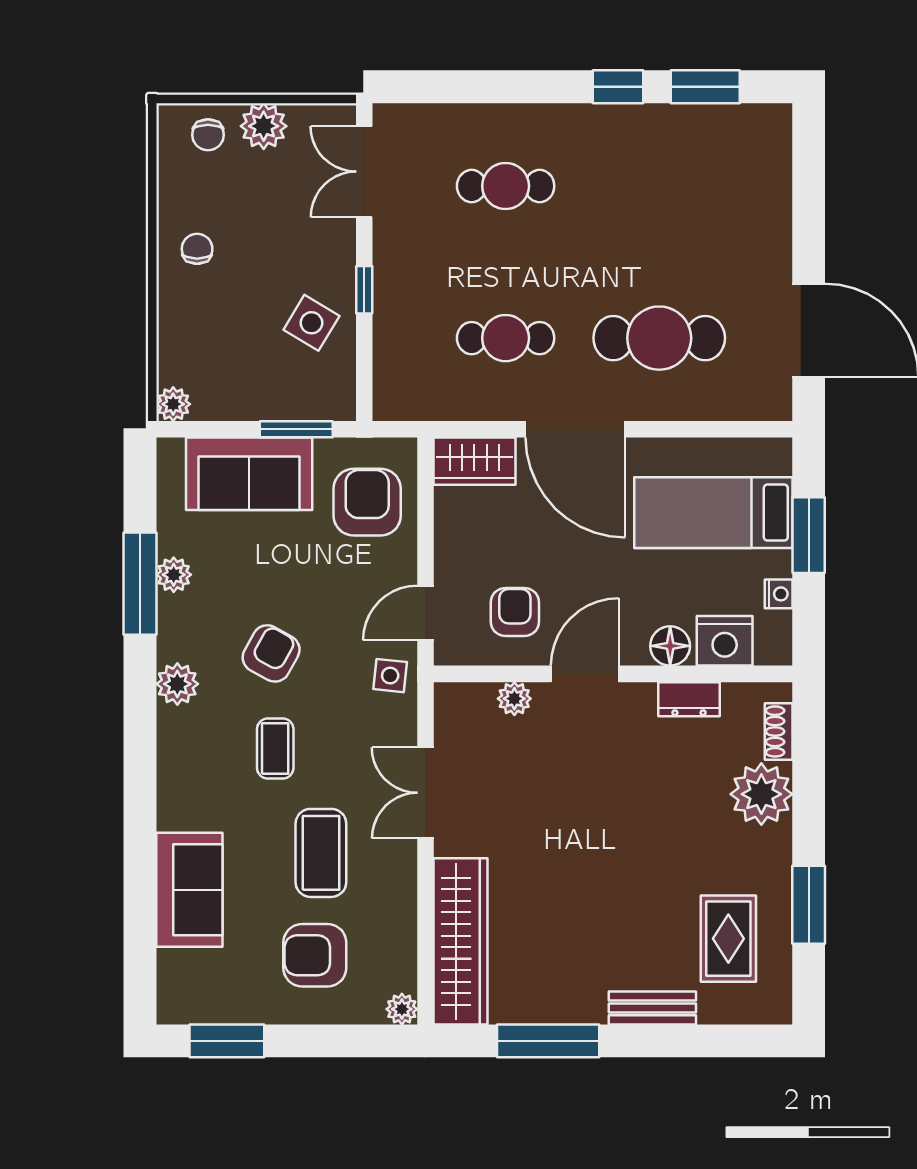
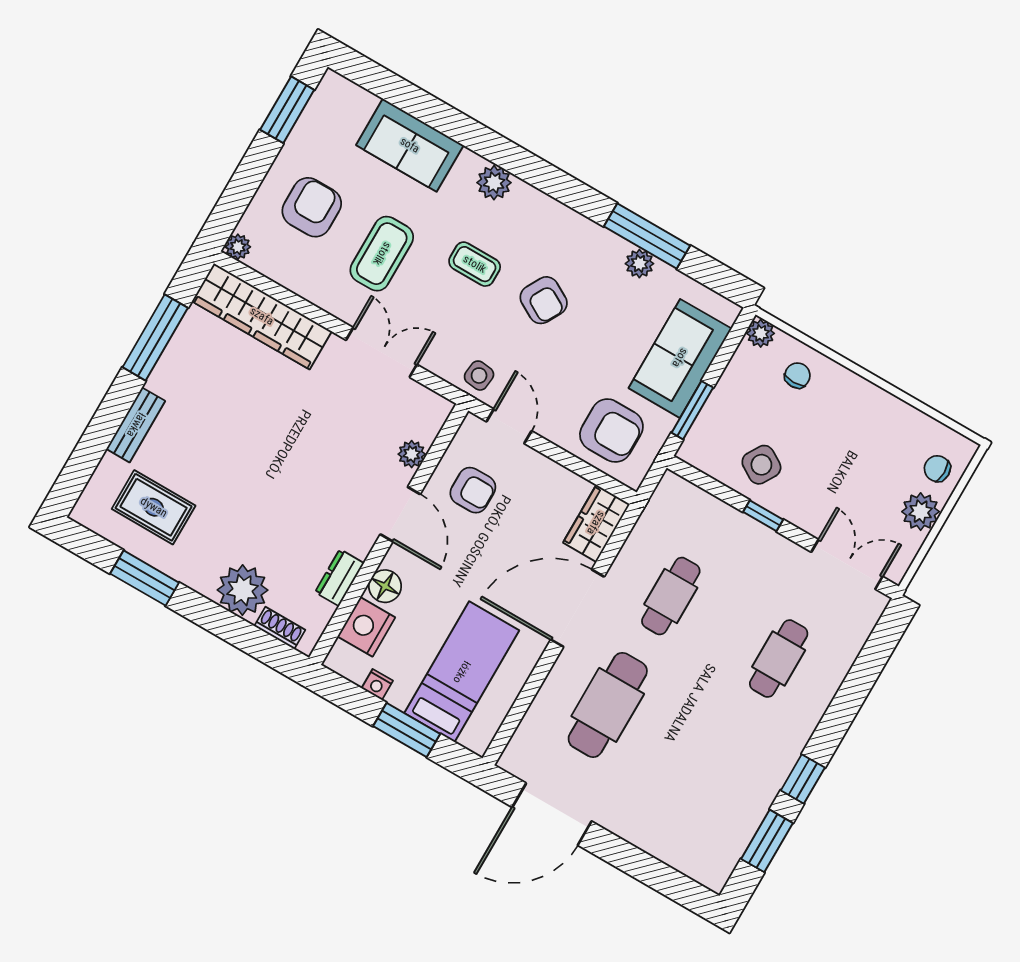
chair: (197, 249) -> (797, 375), moved, turned -90
plant: (177, 684) -> (494, 183), moved
coffee table: (321, 853) -> (382, 254), turned 90

